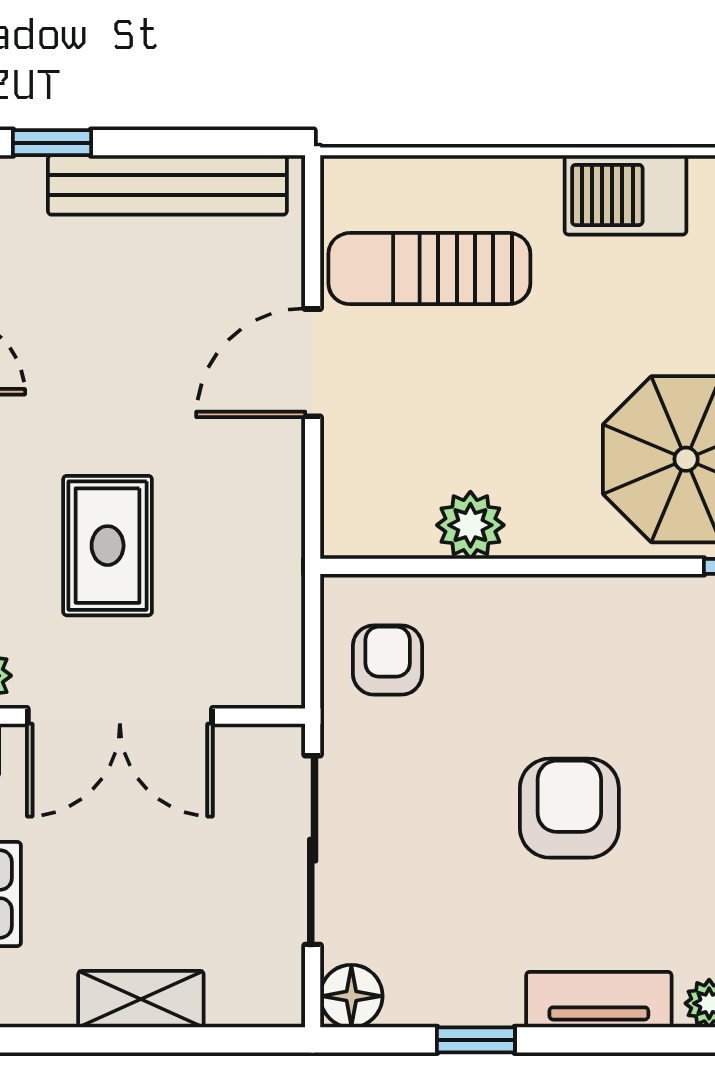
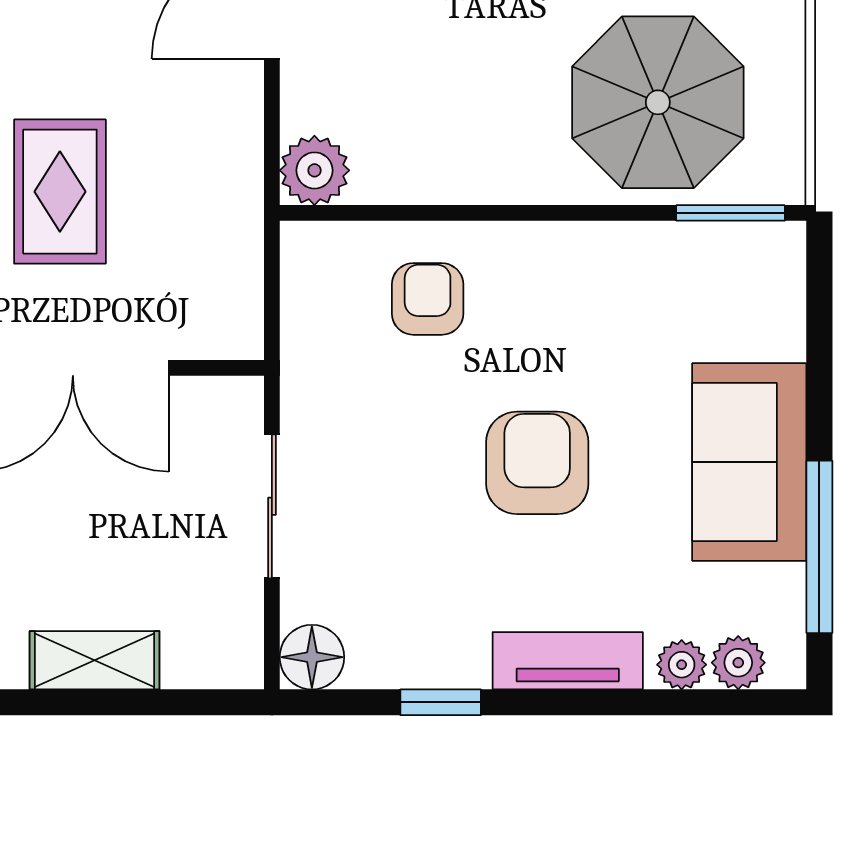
plant: (470, 525) -> (314, 170), moved
armchair: (388, 660) -> (428, 299), moved
sliding door: (313, 850) -> (272, 506), width x0.73

